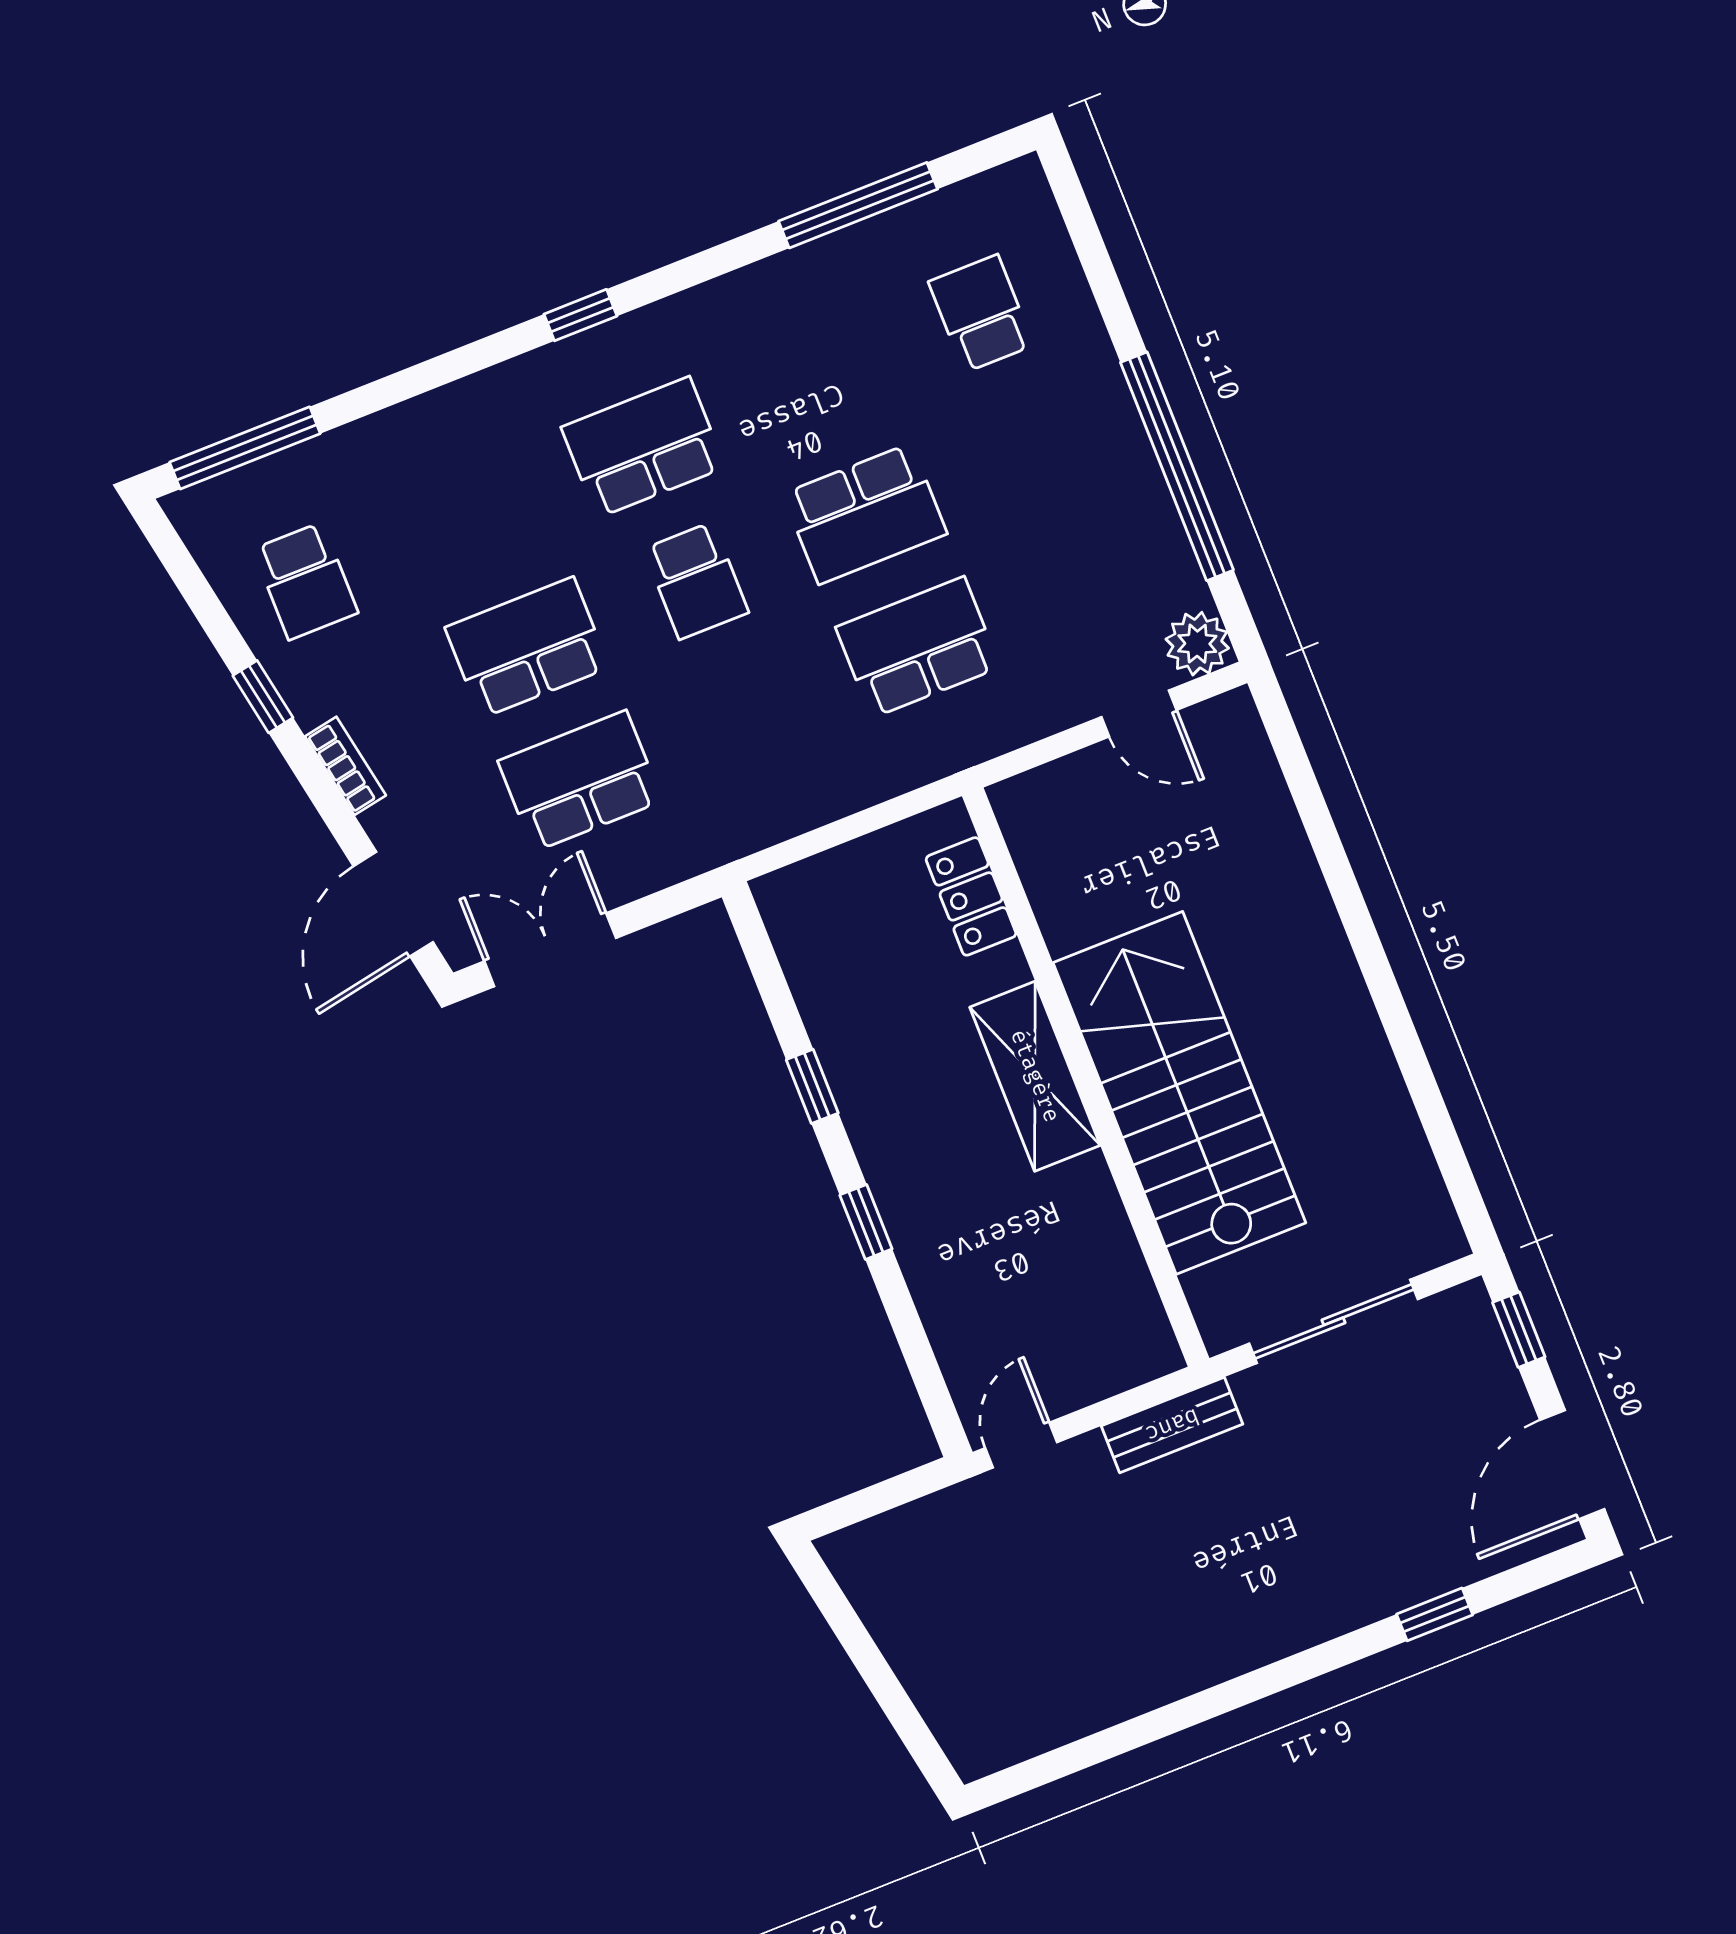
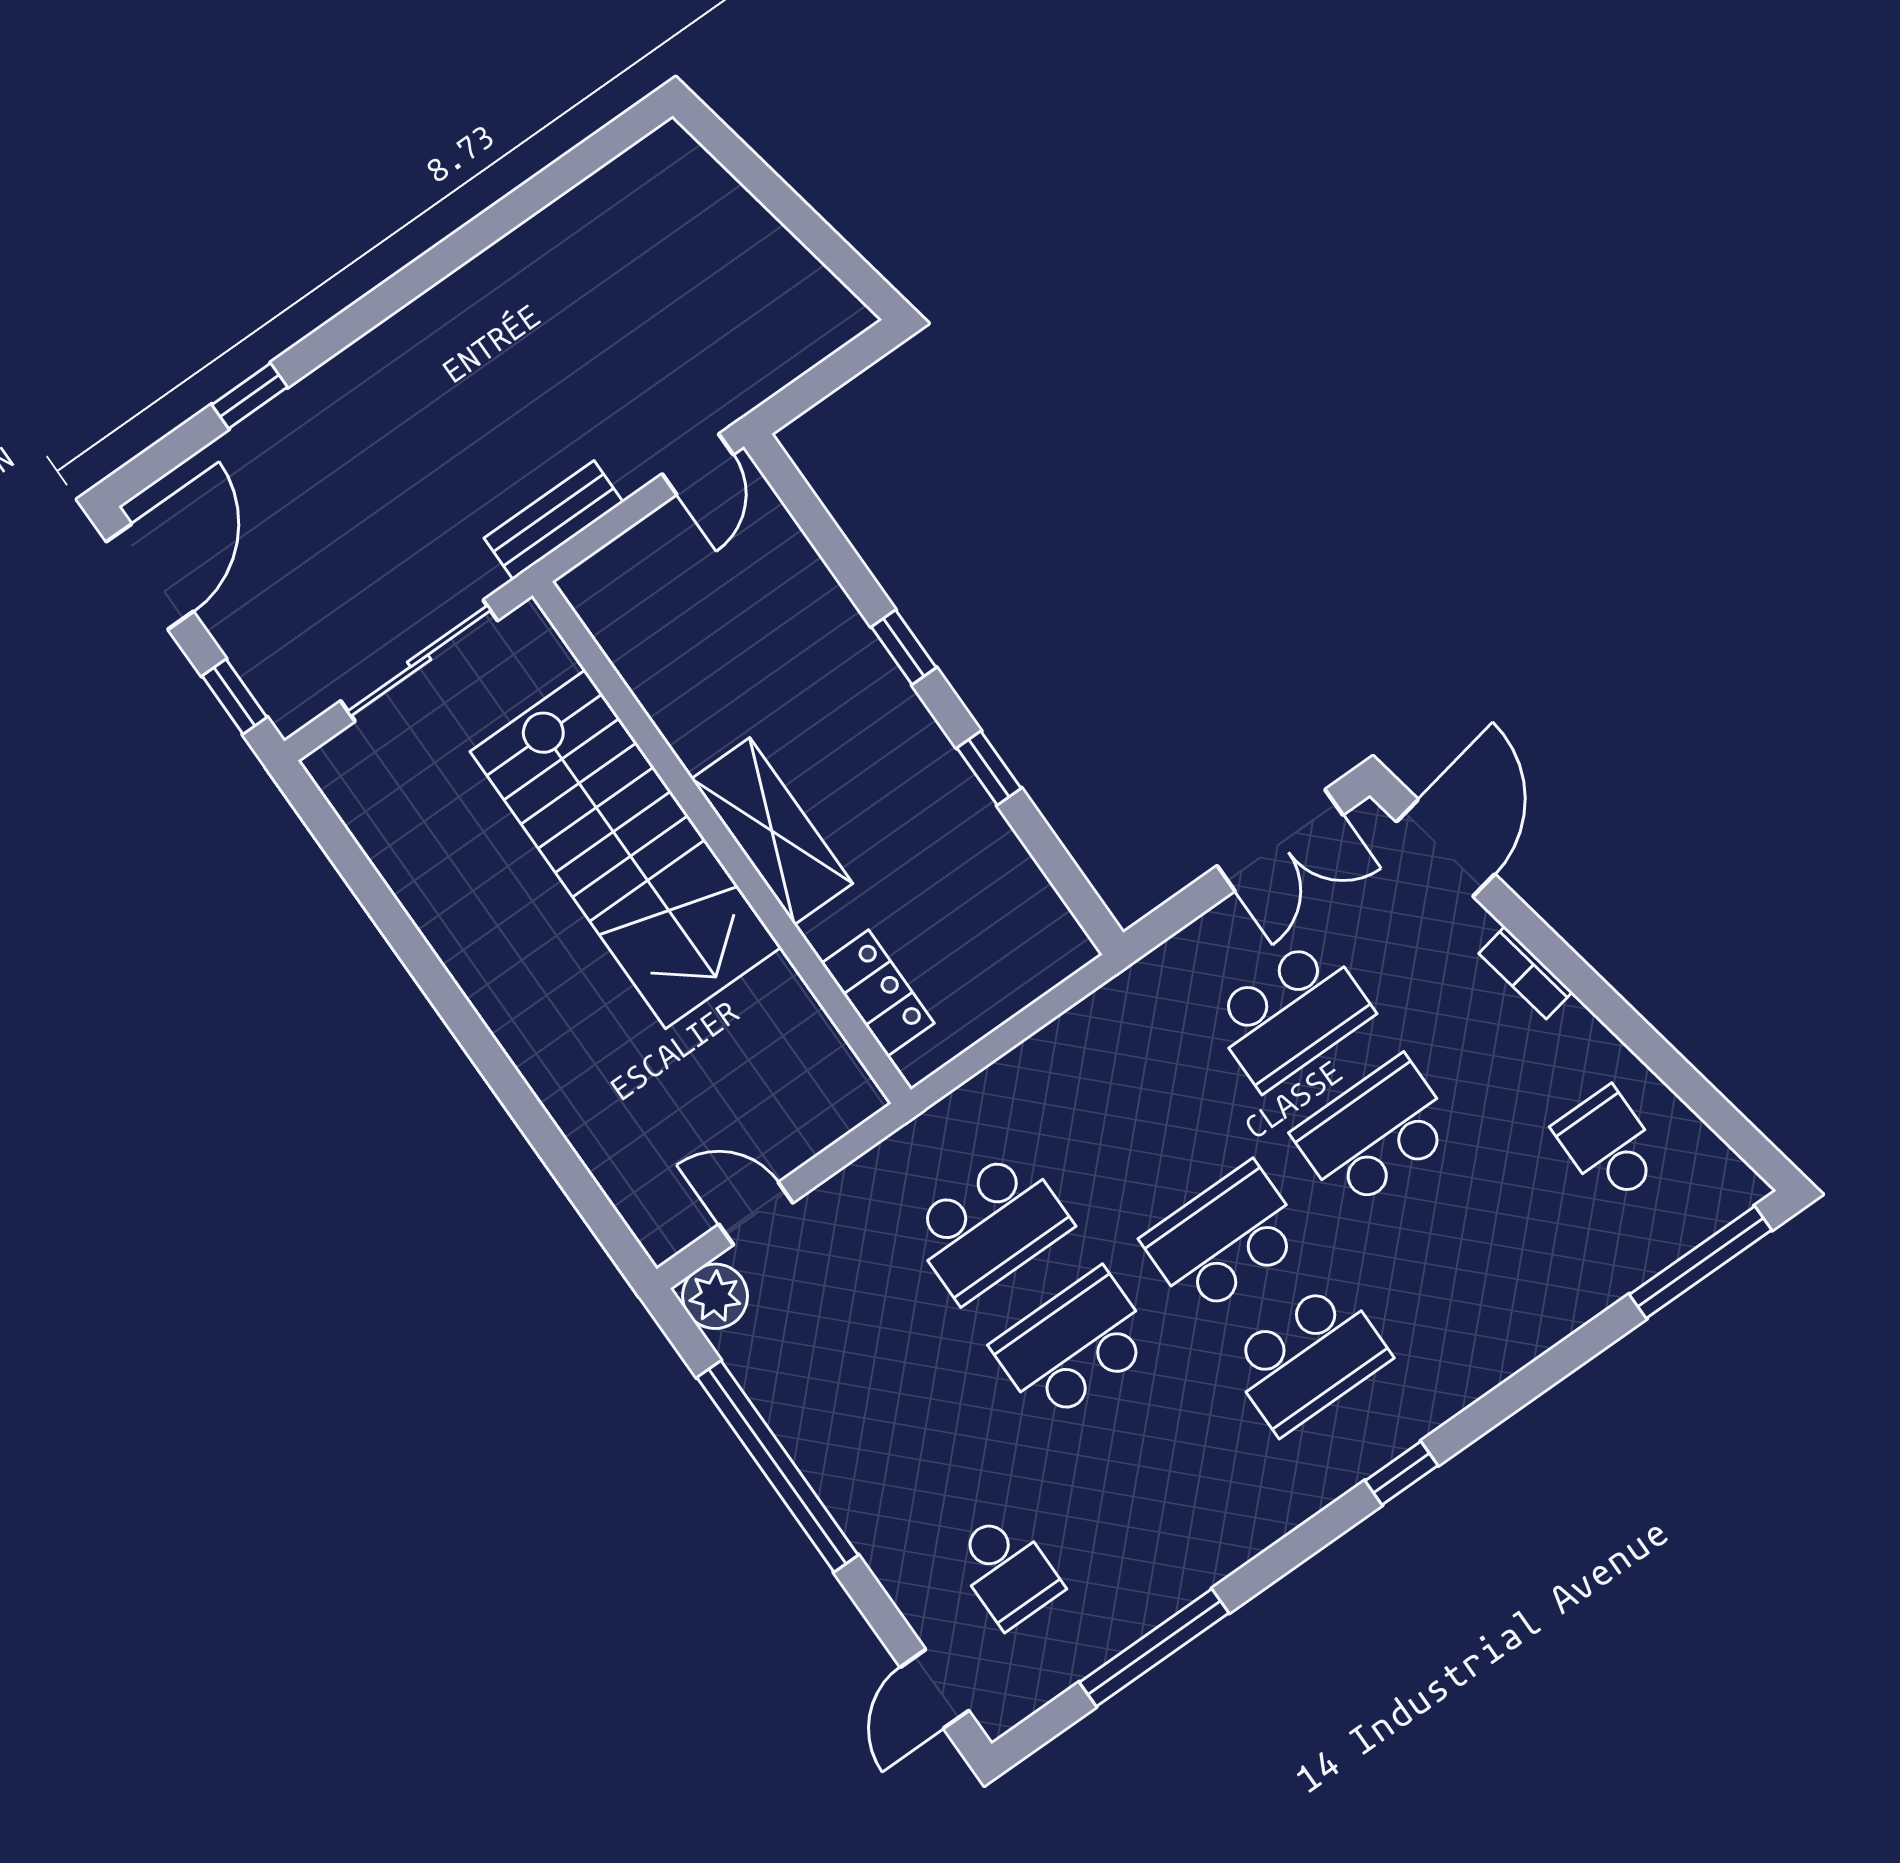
door: (1078, 217) -> (934, 1689), added
school desk: (696, 581) -> (1224, 1239), width x1.85
school desk: (527, 647) -> (1375, 1133), turned 180
window: (263, 697) -> (1623, 1021), removed

